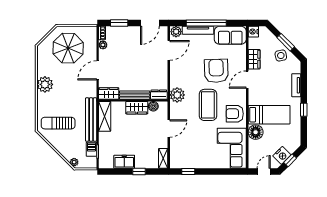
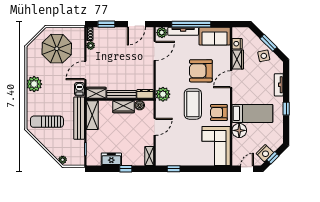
nightstand: (253, 32) -> (237, 44), moved
armchair: (216, 71) -> (201, 71), turned -88
barbecue: (91, 149) -> (79, 89), moved

